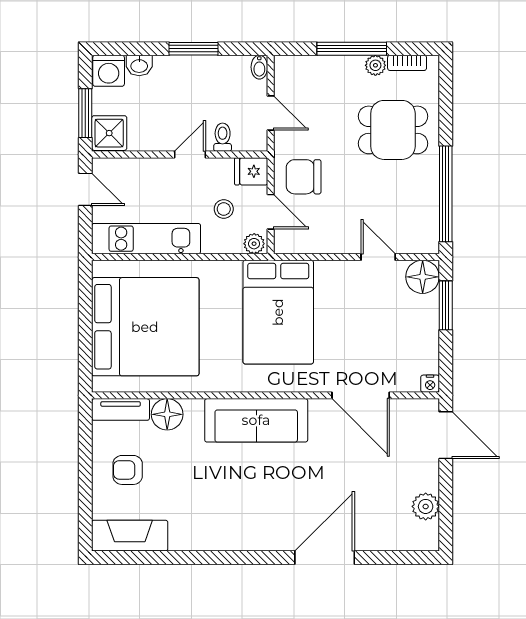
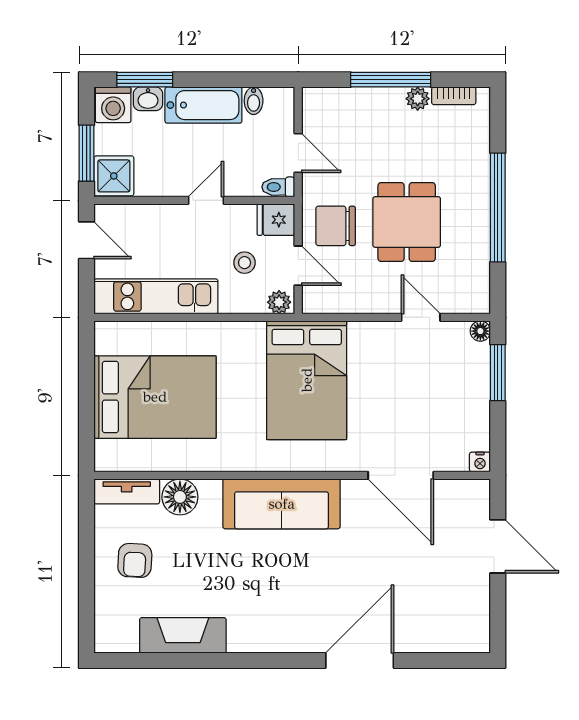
window: (193, 49) -> (145, 80), moved
bidet: (259, 67) -> (254, 101), moved
bathtub: (188, 71) -> (203, 105), added
dining table: (393, 130) -> (407, 222), moved, turned 90
toilet: (223, 137) -> (278, 187), moved, turned -90
window: (446, 194) -> (498, 208), moved
floor lamp: (423, 277) -> (480, 331), width x0.53, depth x0.53
bed: (145, 327) -> (155, 397), width x0.73
door: (446, 435) -> (498, 546), moved
armchair: (128, 470) -> (135, 560), turned -87
plant: (426, 506) -> (475, 602), removed
fireplace: (130, 536) -> (183, 635), moved

